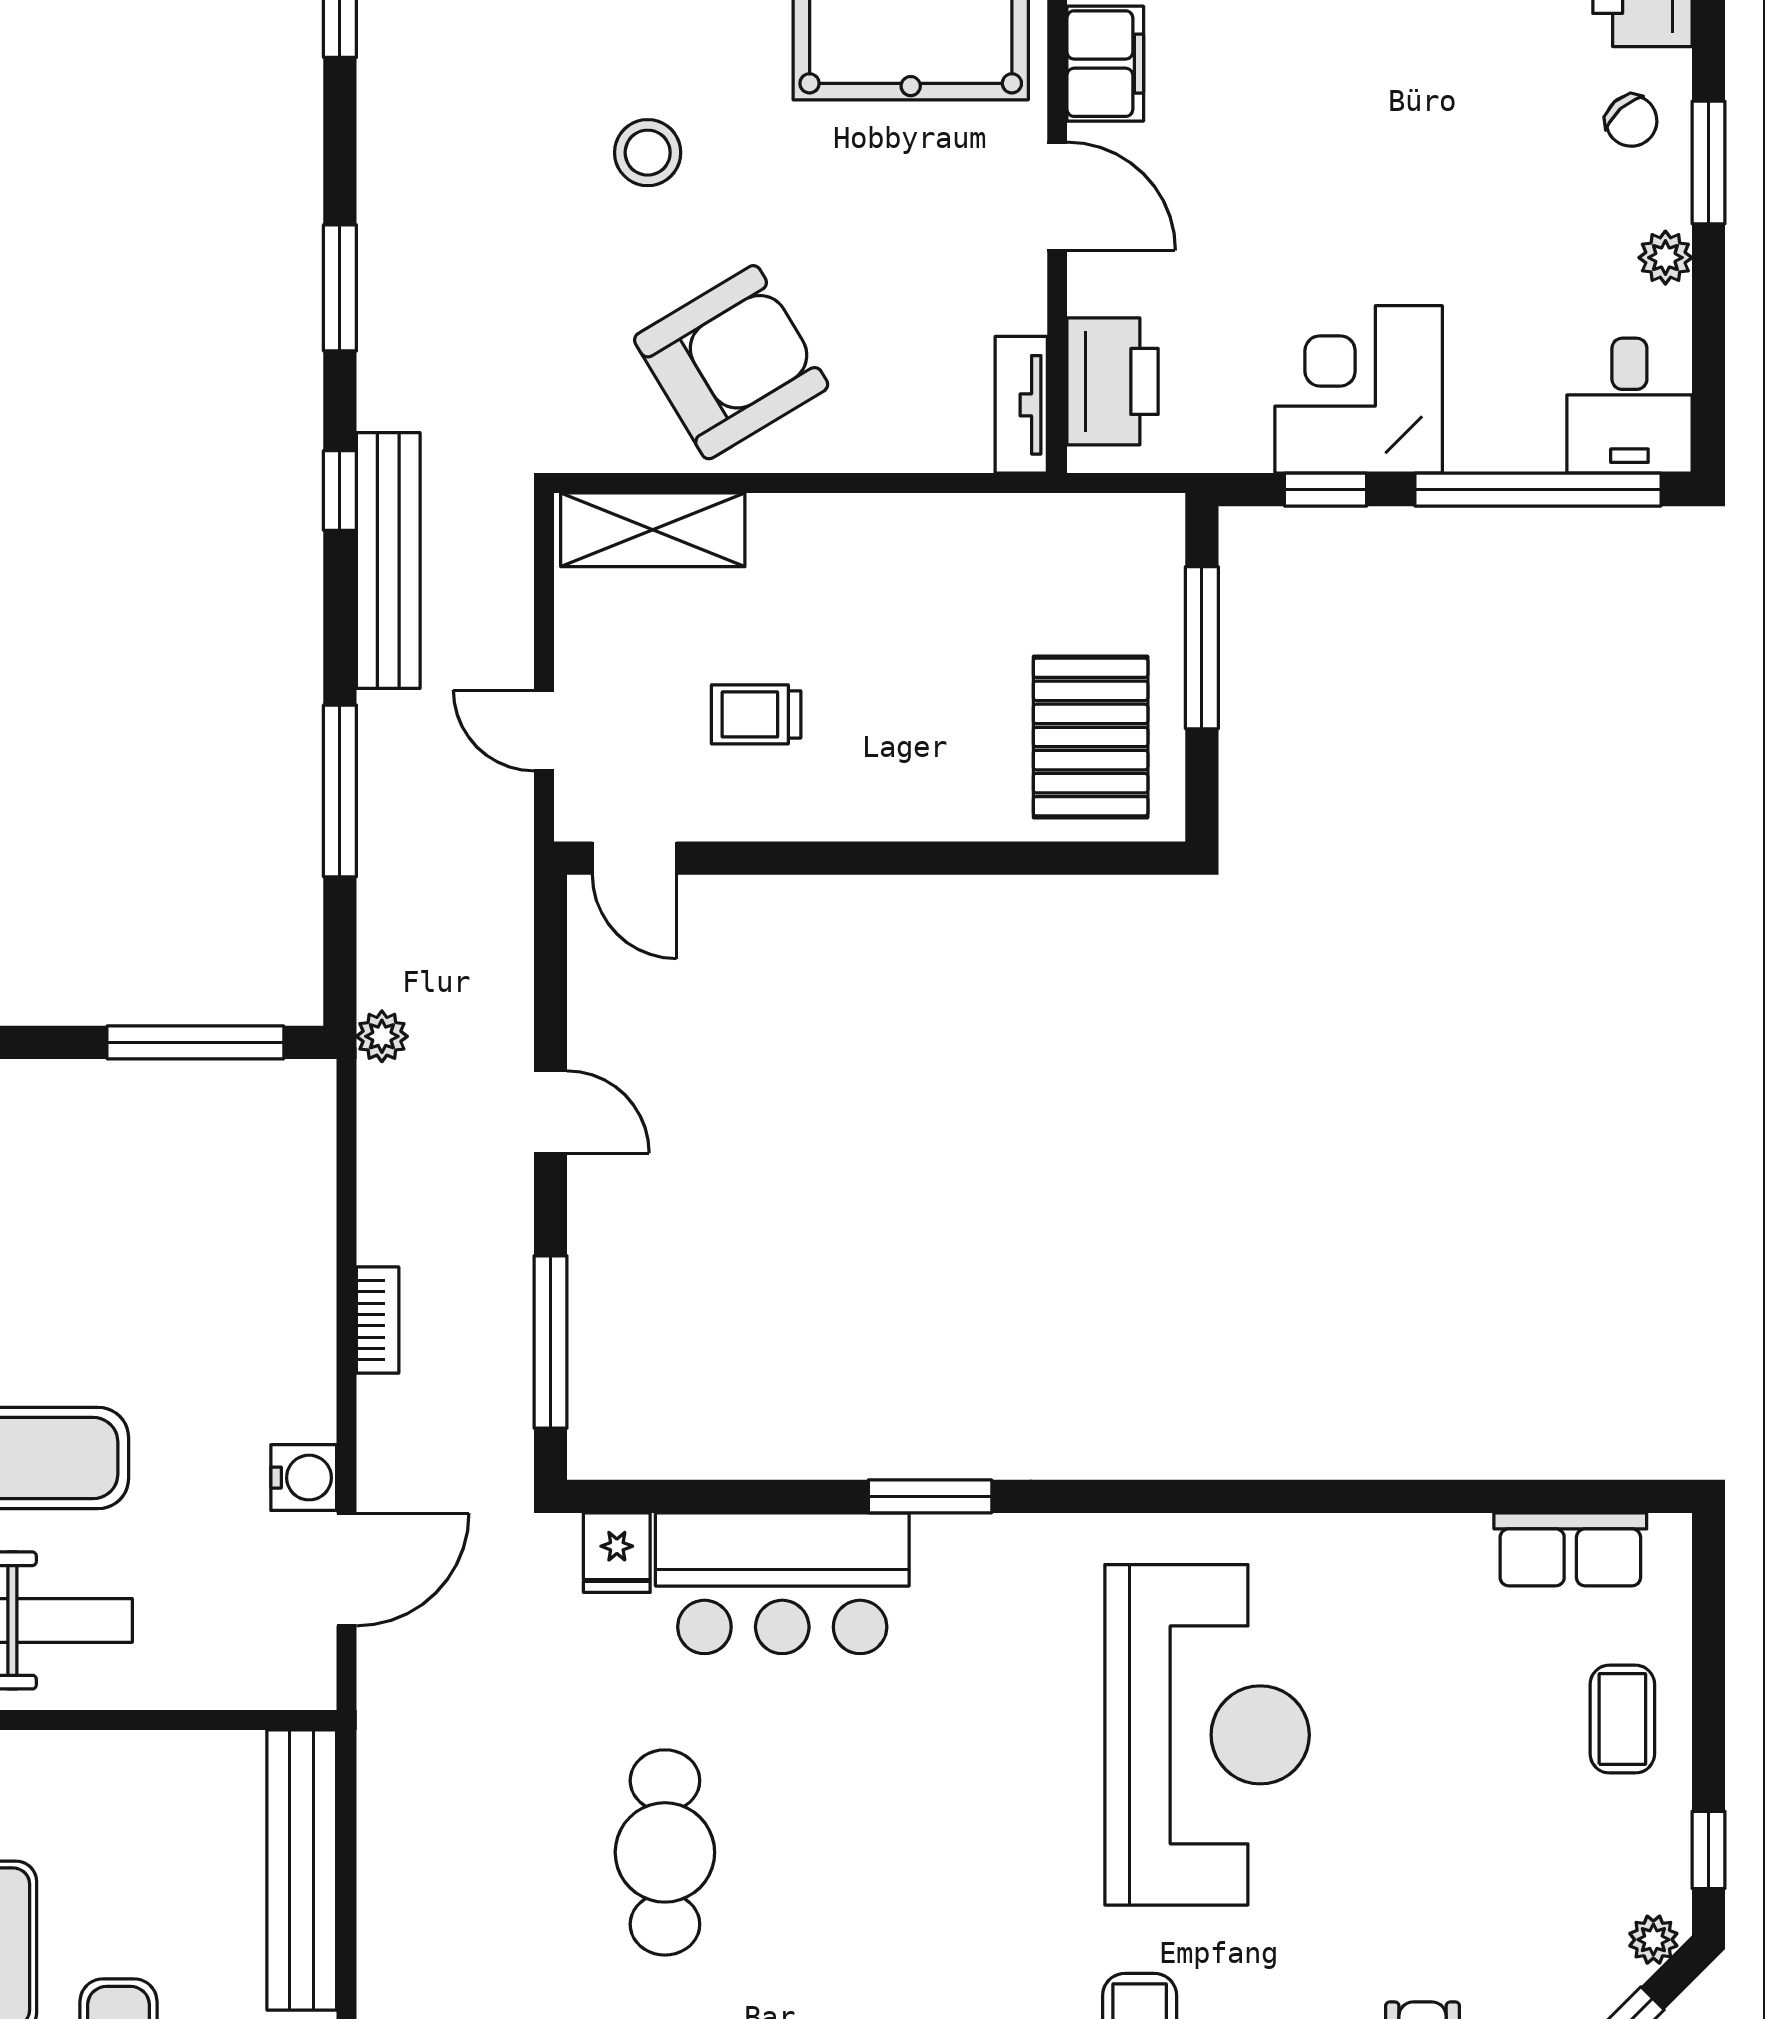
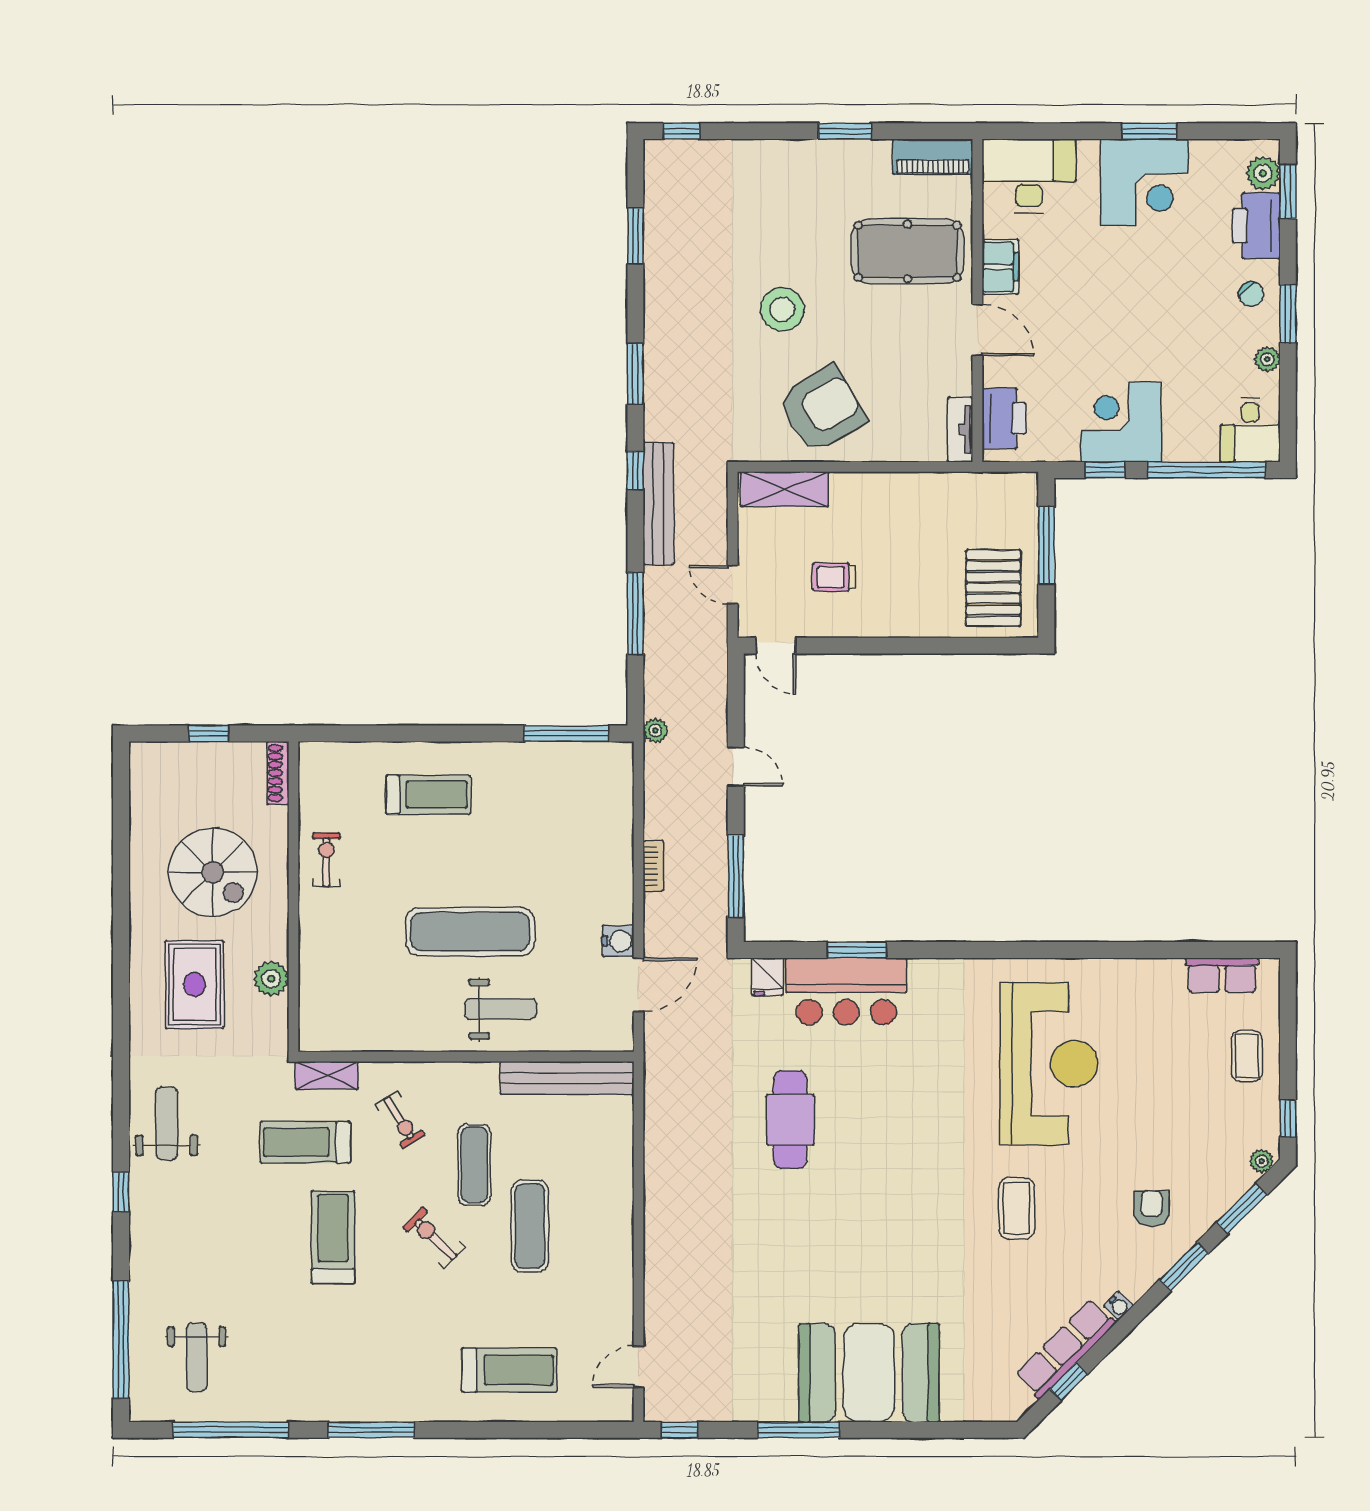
stool: (648, 153) -> (782, 309), width x1.38, depth x1.38
window: (930, 1496) -> (857, 950), moved
bench: (302, 1870) -> (567, 1078), moved, turned 90

